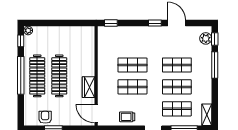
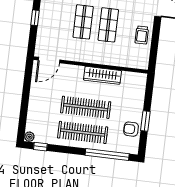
window: (111, 23) -> (35, 18), moved
window: (21, 75) -> (107, 155), moved
wardrobe: (88, 87) -> (102, 75), width x1.50
door: (96, 114) -> (49, 60), moved

